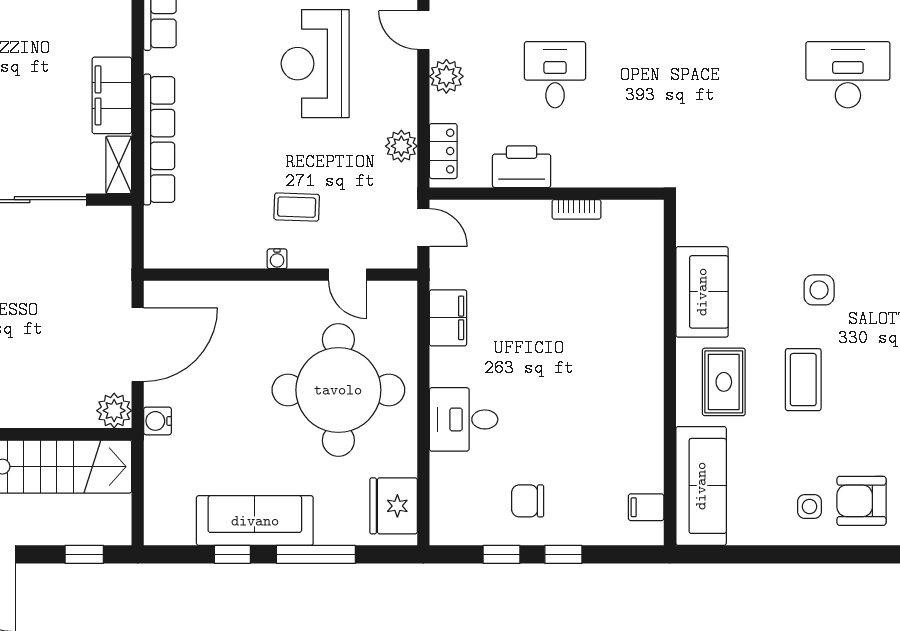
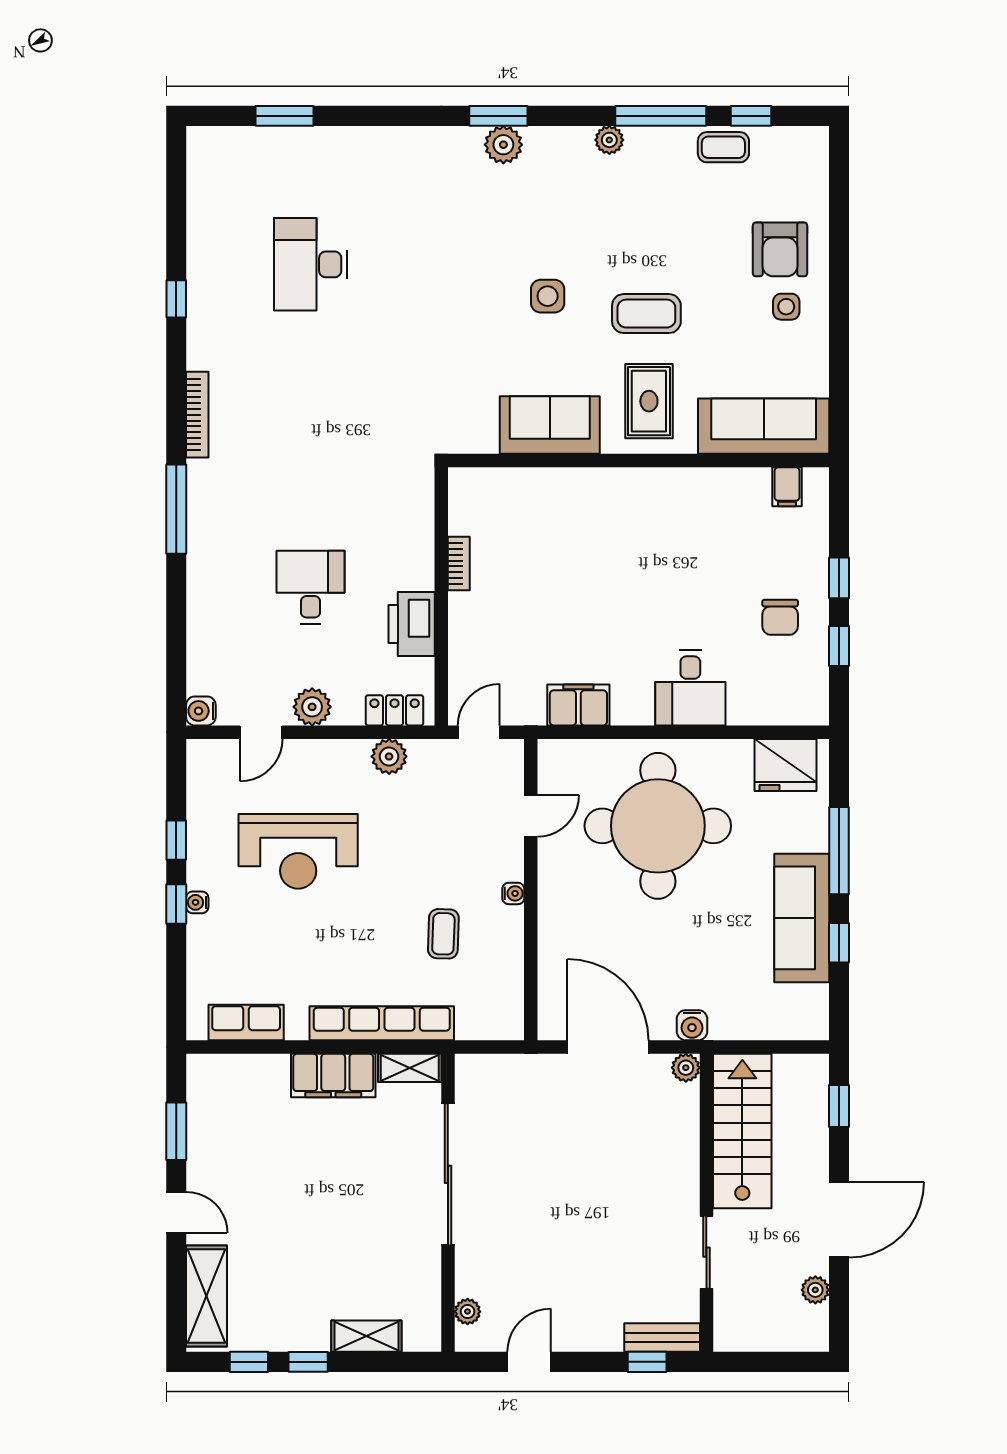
desk: (555, 75) -> (310, 587), turned 90
coffee table: (297, 207) -> (443, 934), moved
rug: (724, 382) -> (649, 401), turned 90
plant: (114, 411) -> (686, 1068), width x0.73, depth x0.73

